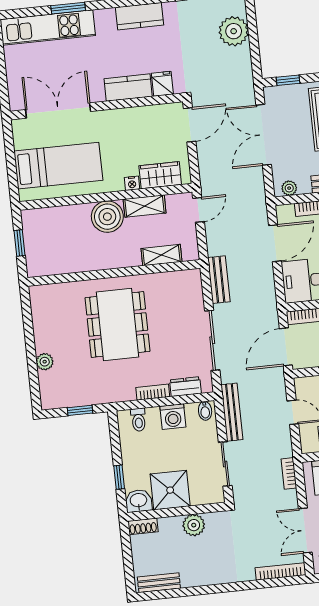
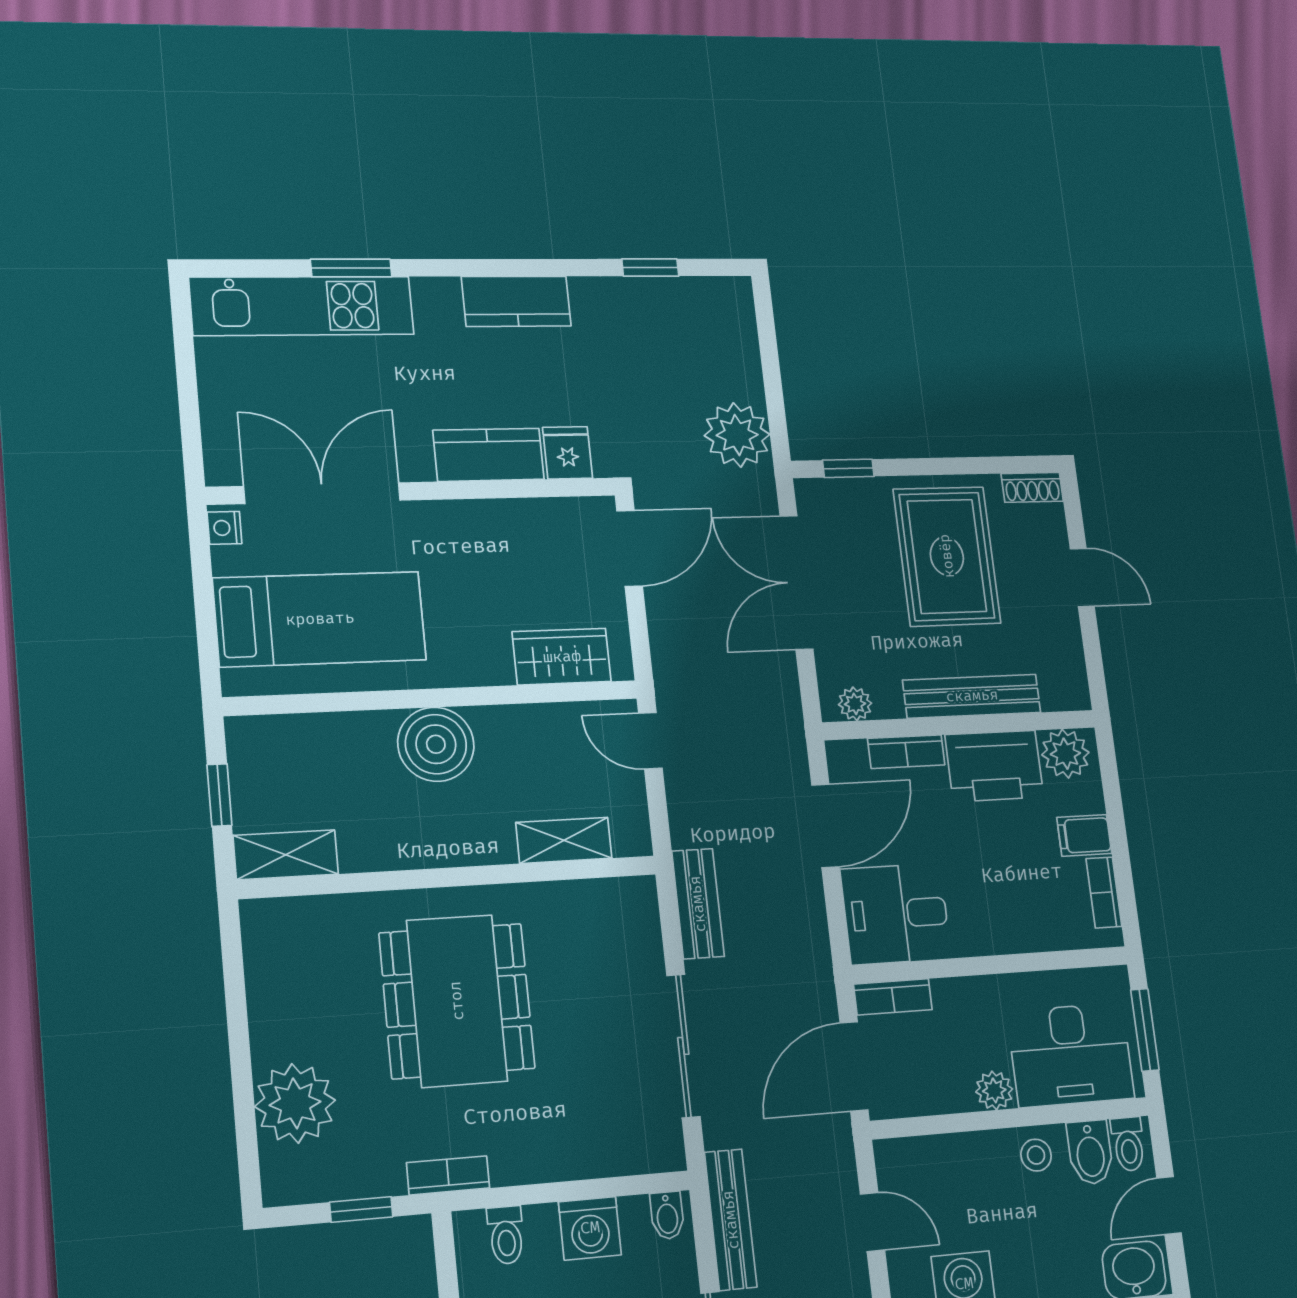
plant: (234, 31) -> (737, 435), moved
nightstand: (132, 183) -> (224, 528), moved, turned 90
shelving: (145, 206) -> (286, 855), moved
door: (198, 210) -> (650, 741), swing flipped
plant: (45, 362) -> (295, 1103), width x1.87, depth x1.87
dresser: (185, 387) -> (620, 1156), removed
bookcase: (153, 392) -> (448, 1175), moved

